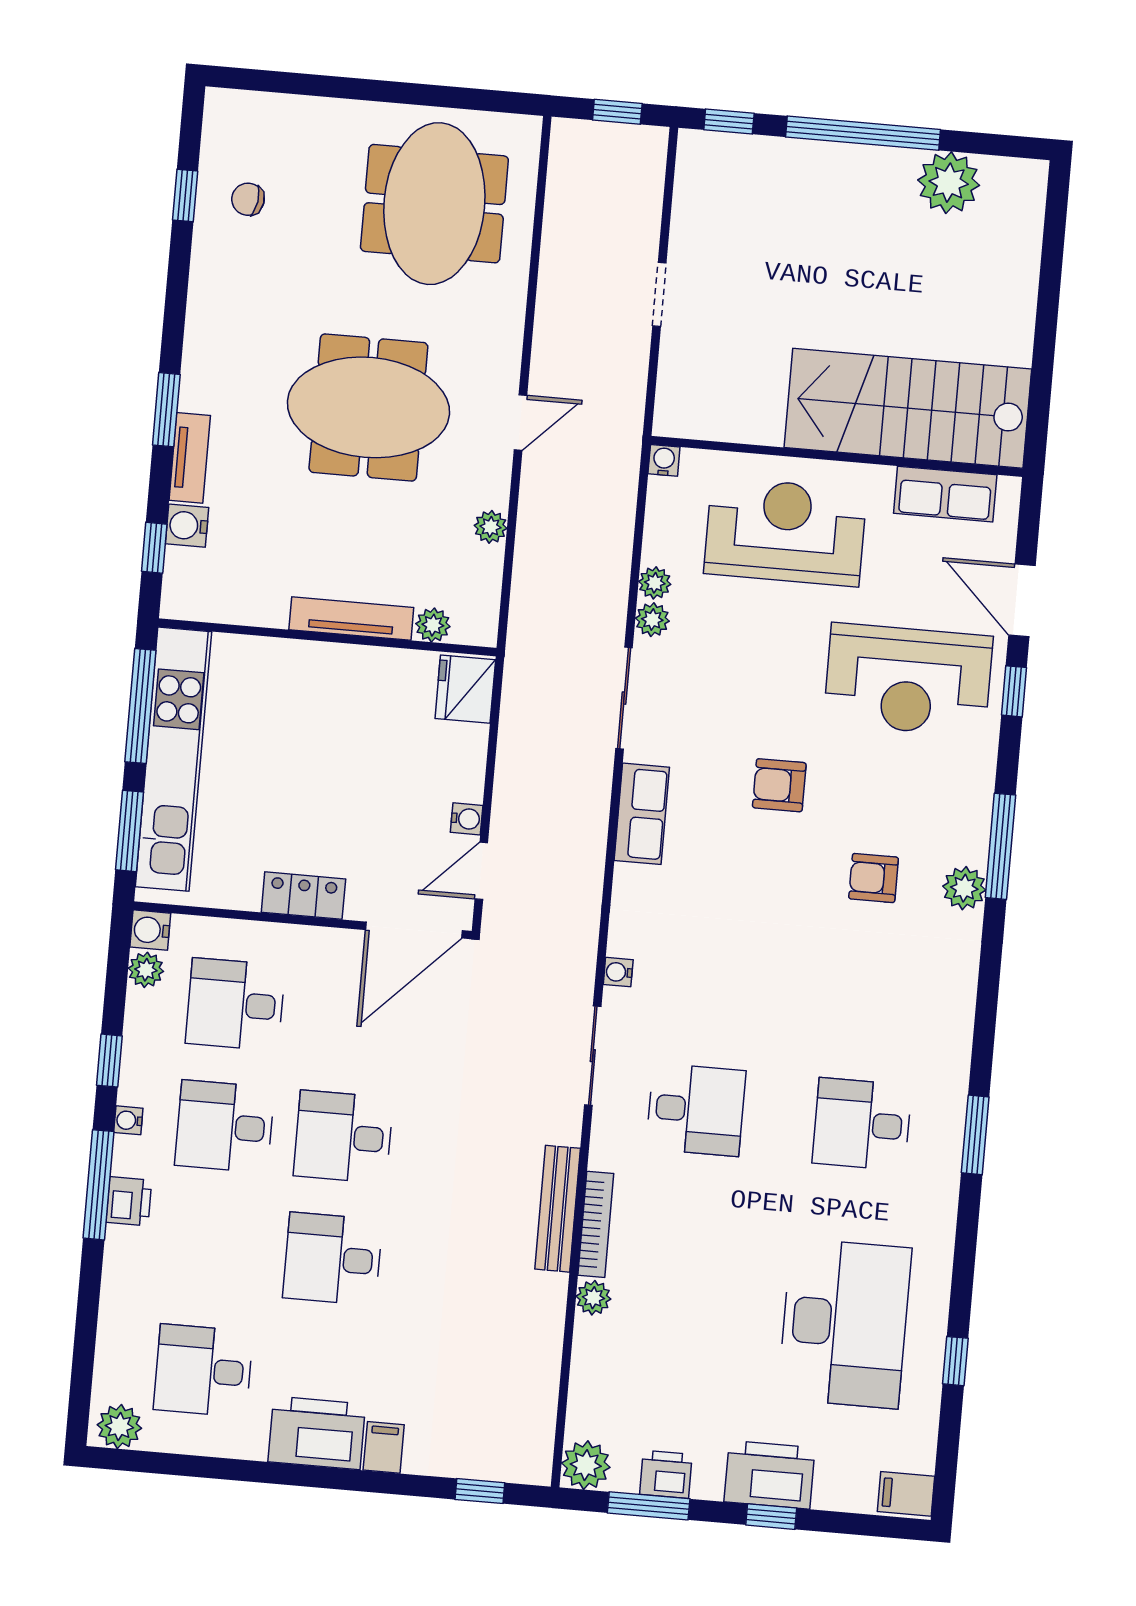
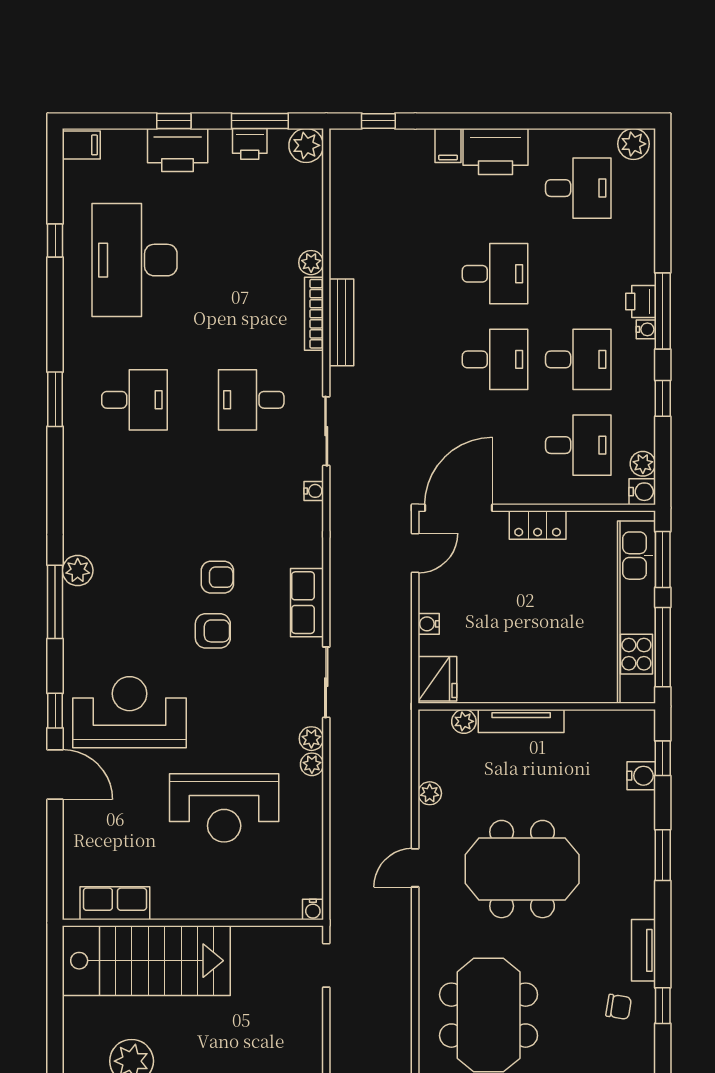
stairs: (908, 408) -> (146, 961), moved
wall: (837, 456) -> (193, 923), moved
tv unit: (190, 458) -> (643, 950), moved
water cooler: (664, 460) -> (313, 909), moved
row of seats: (945, 494) -> (115, 903), moved
water cooler: (467, 819) -> (429, 624), moved
armchair: (874, 878) -> (217, 577), moved
water cooler: (128, 1120) -> (646, 329), moved

